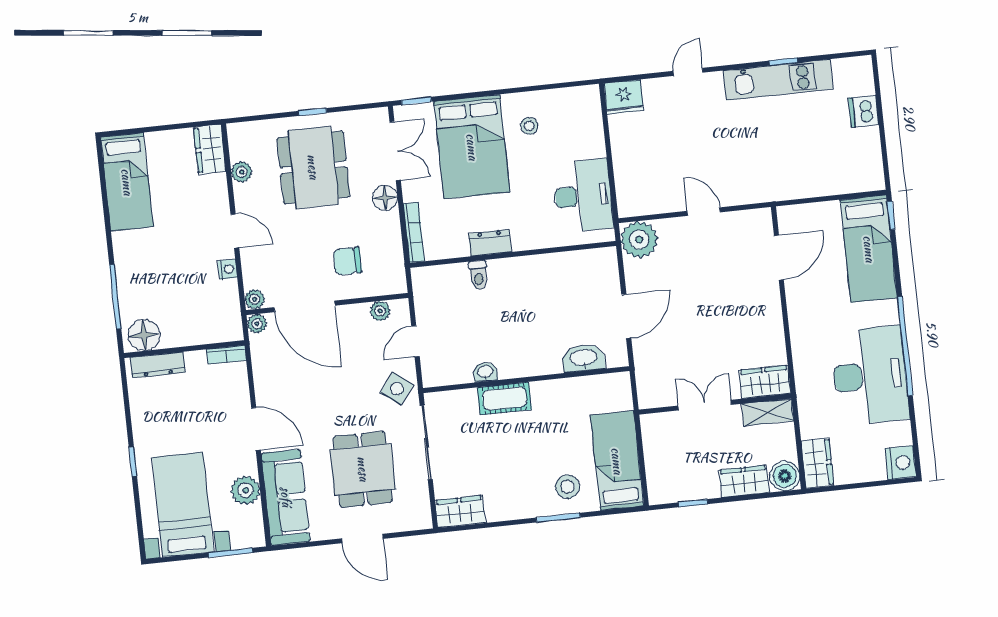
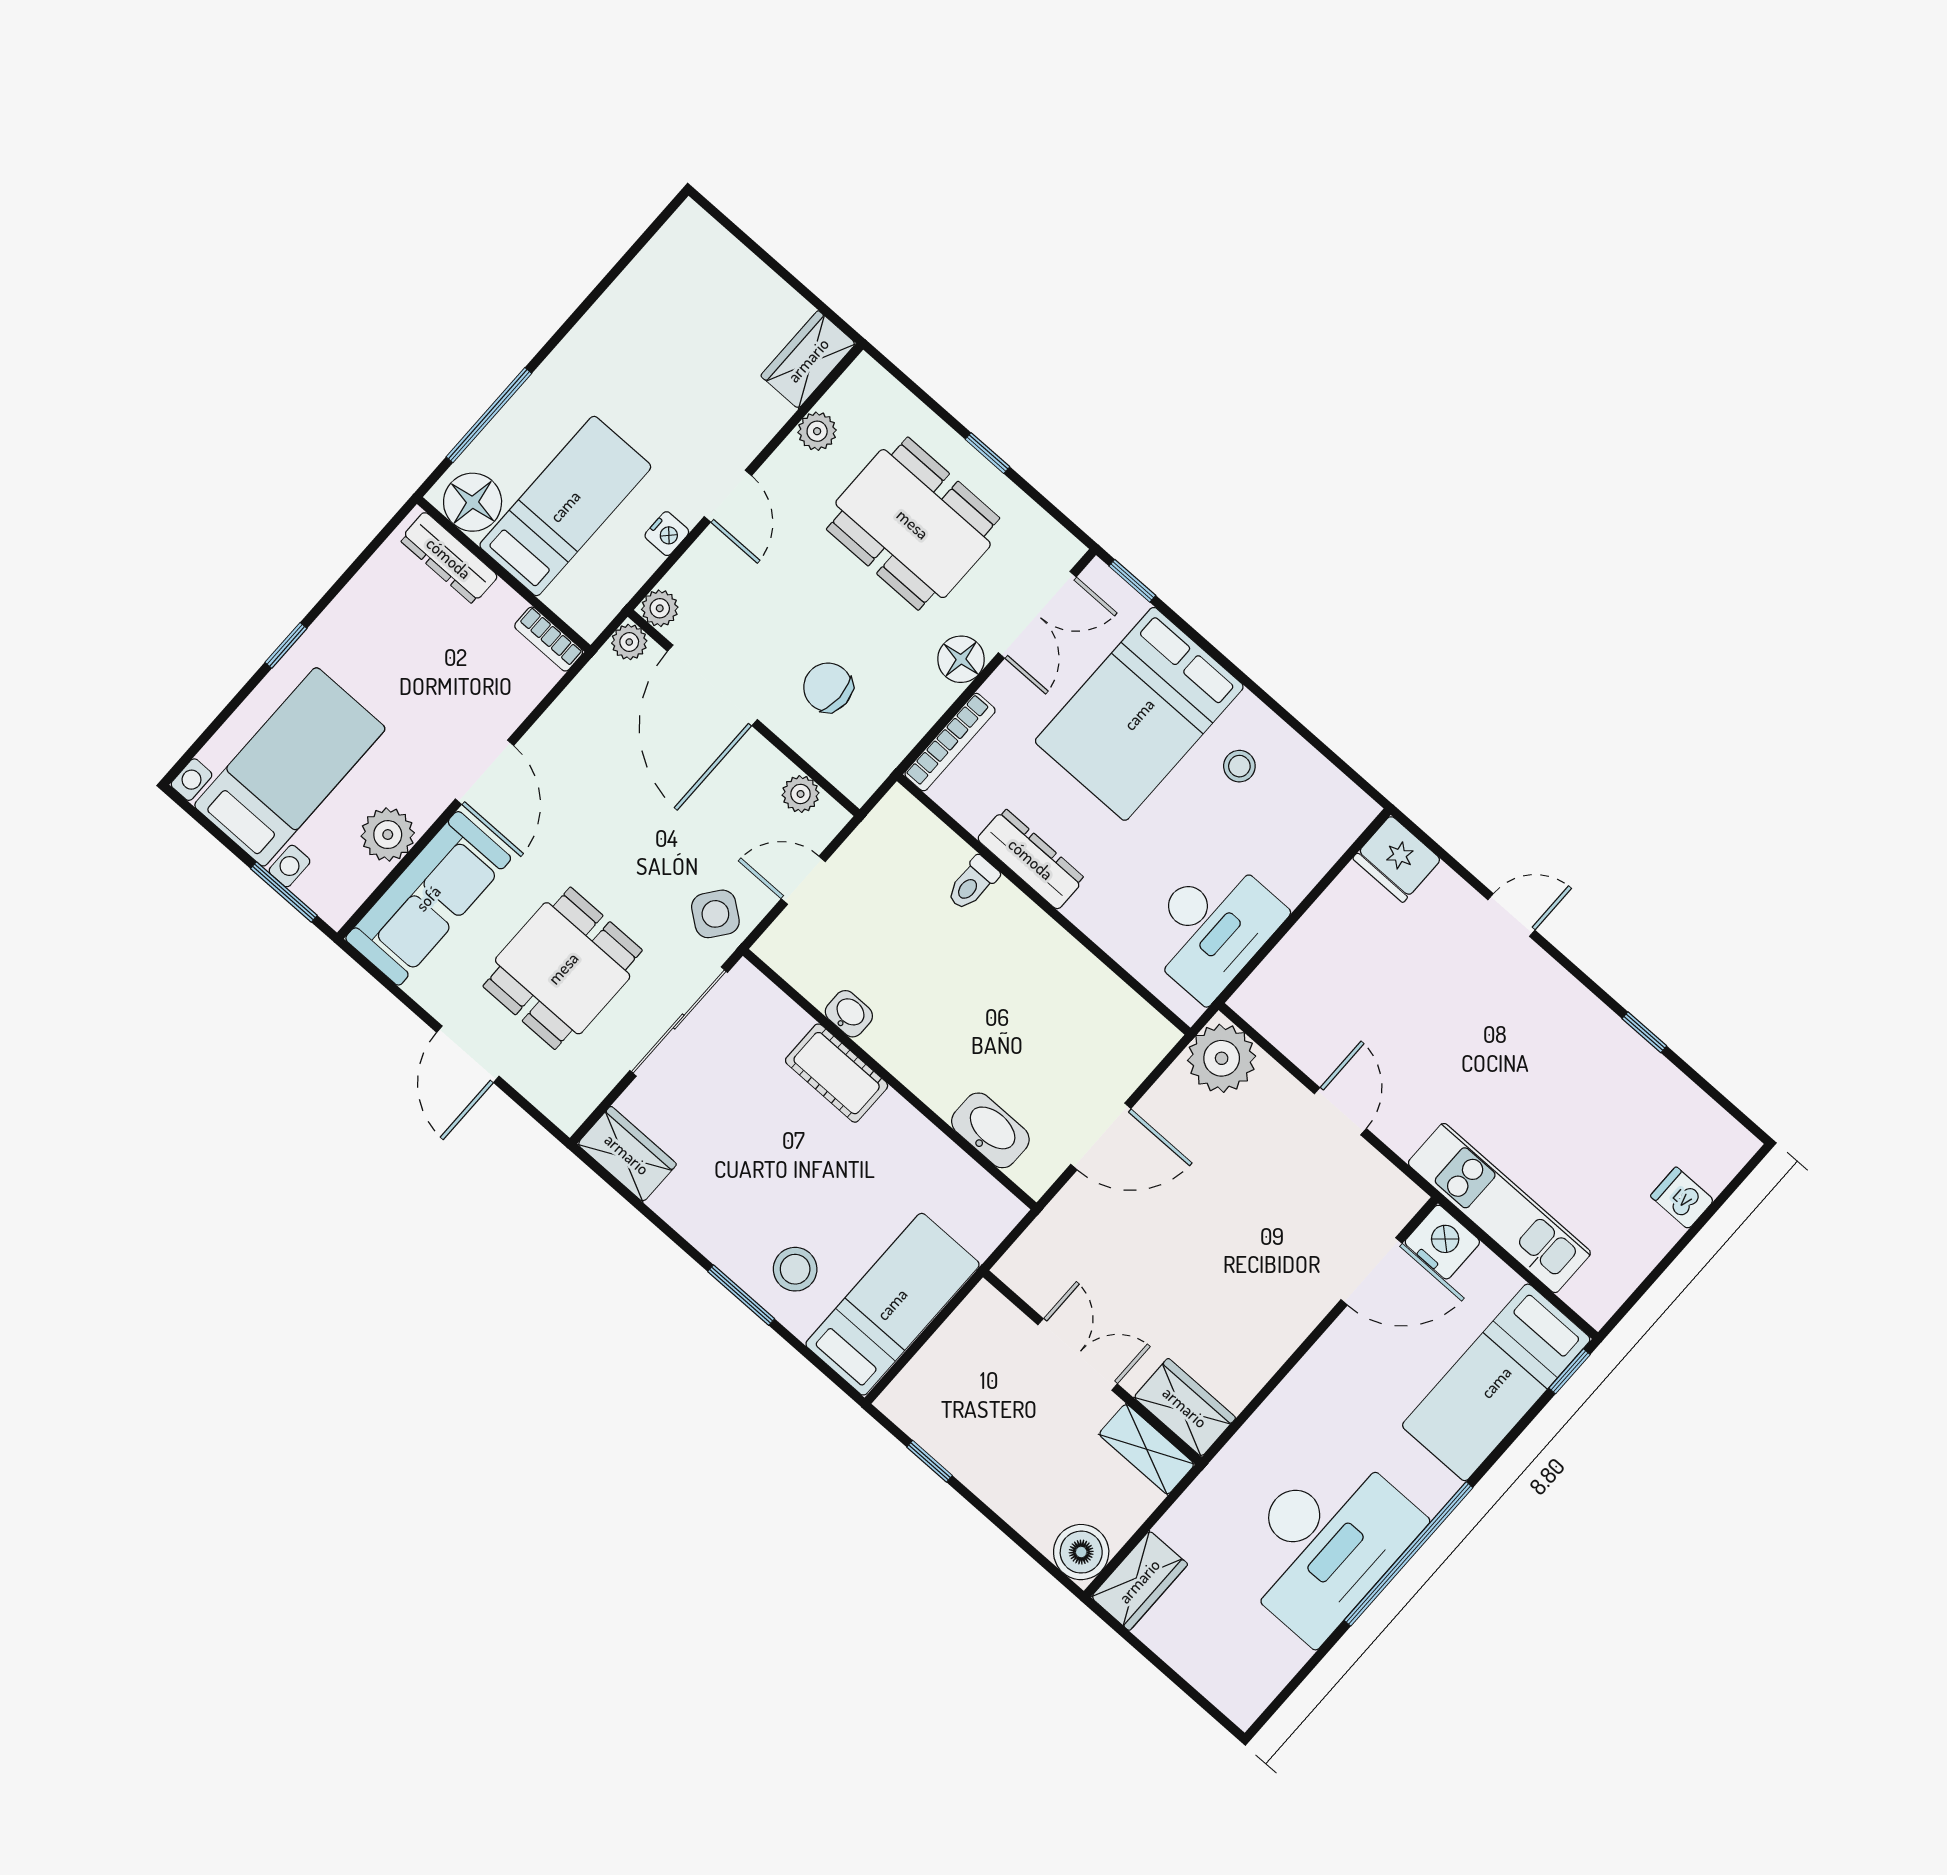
kitchen unit: (778, 80) -> (1499, 1208), moved, turned 180
dishwasher: (863, 111) -> (1682, 1198), width x0.73
dining table: (313, 167) -> (913, 524), turned 90
bed: (127, 182) -> (565, 506), moved, turned 180
dresser: (490, 243) -> (1031, 859), width x1.44
nightstand: (901, 463) -> (1442, 1242), moved, turned -90
wardrobe: (744, 481) -> (1023, 1503), removed

